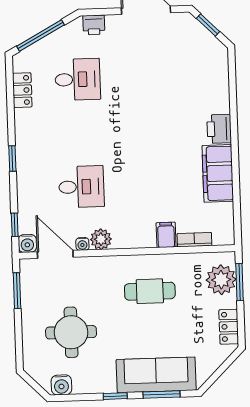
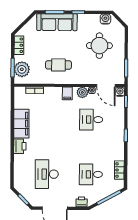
desk: (164, 76) -> (47, 174), added
filing cabinet: (166, 235) -> (67, 93), moved

